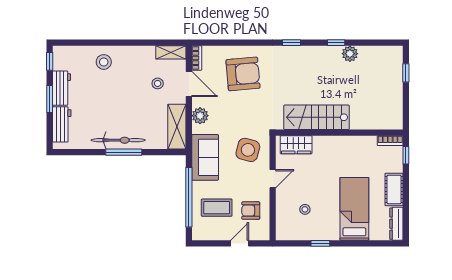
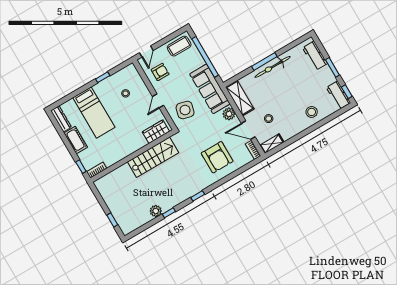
armchair: (243, 74) -> (217, 157), turned -85
workbench: (62, 88) -> (338, 95), moved
sofa: (205, 157) -> (210, 89), width x1.36
coffee table: (217, 208) -> (179, 46), moved
door: (240, 243) -> (146, 52), moved

